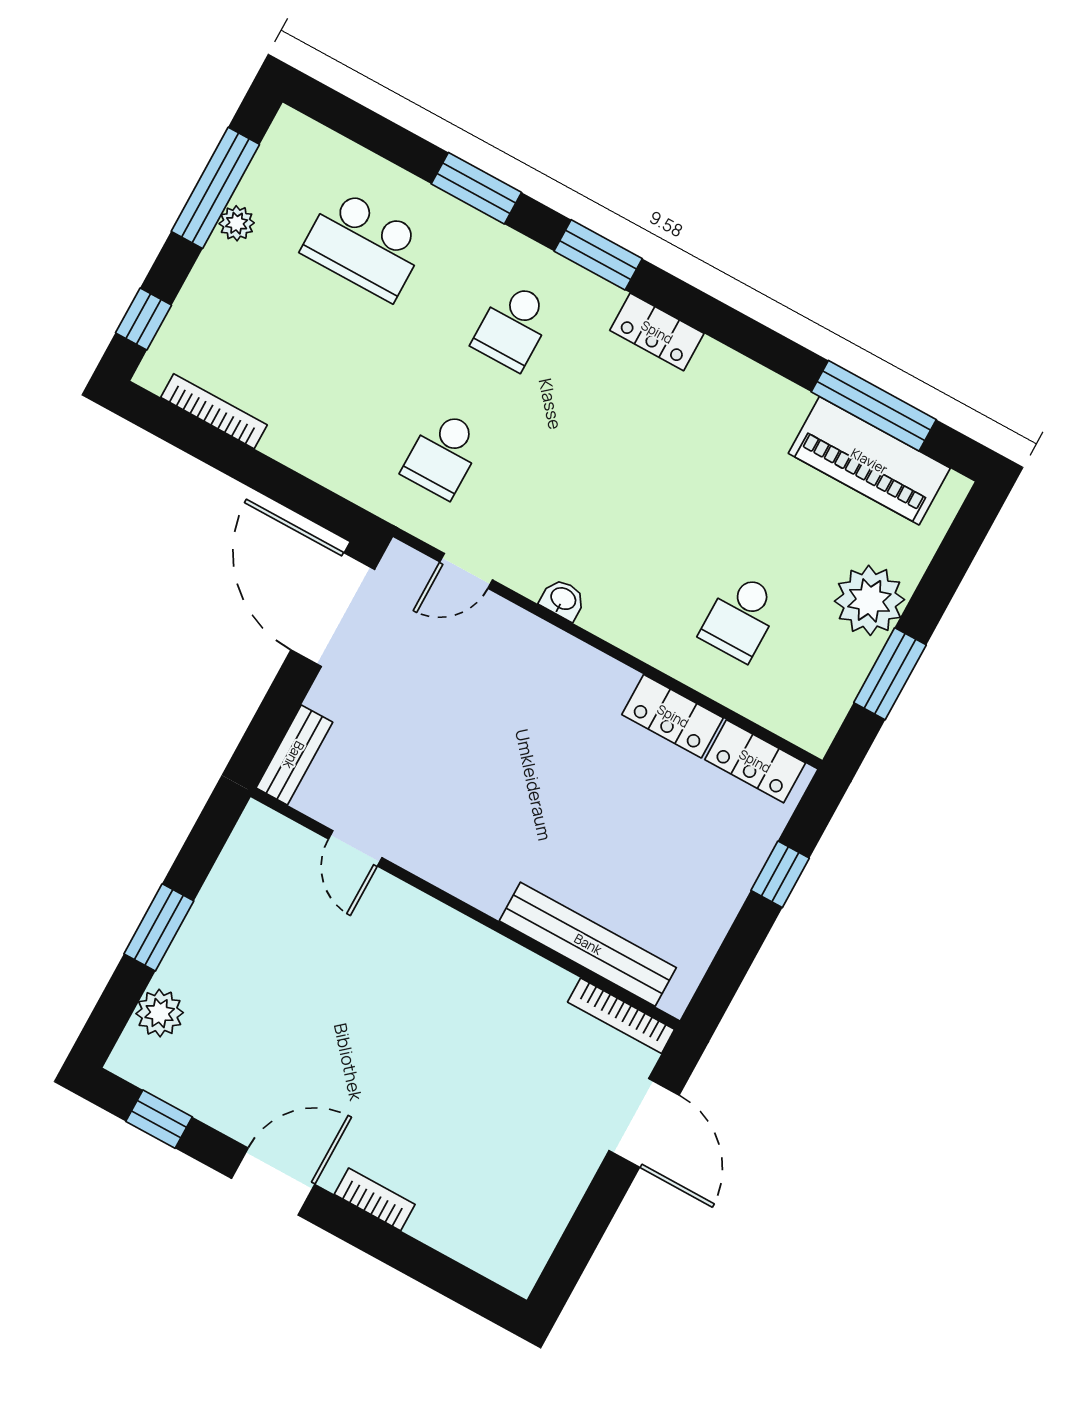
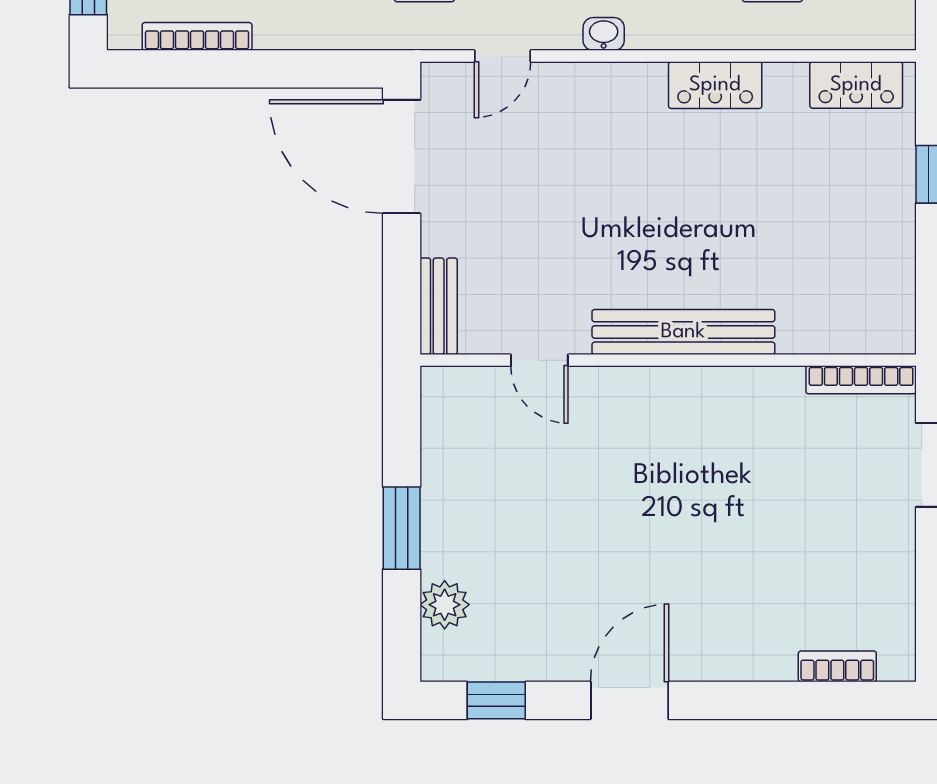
locker: (673, 716) -> (715, 85), moved
bench: (588, 944) -> (683, 332), moved
bookcase: (375, 1199) -> (837, 666), moved

